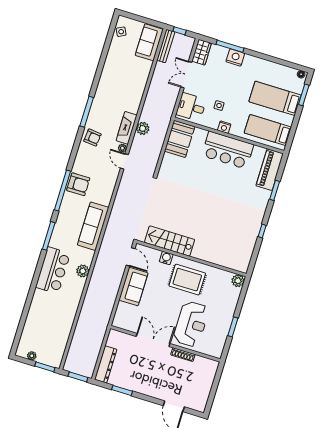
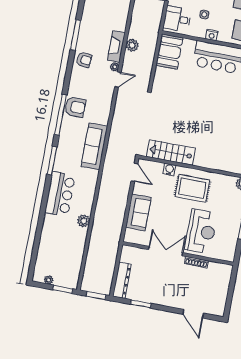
door: (124, 161) -> (118, 80), swing flipped
plant: (83, 271) -> (84, 221), moved
sofa: (133, 287) -> (138, 212), moved

